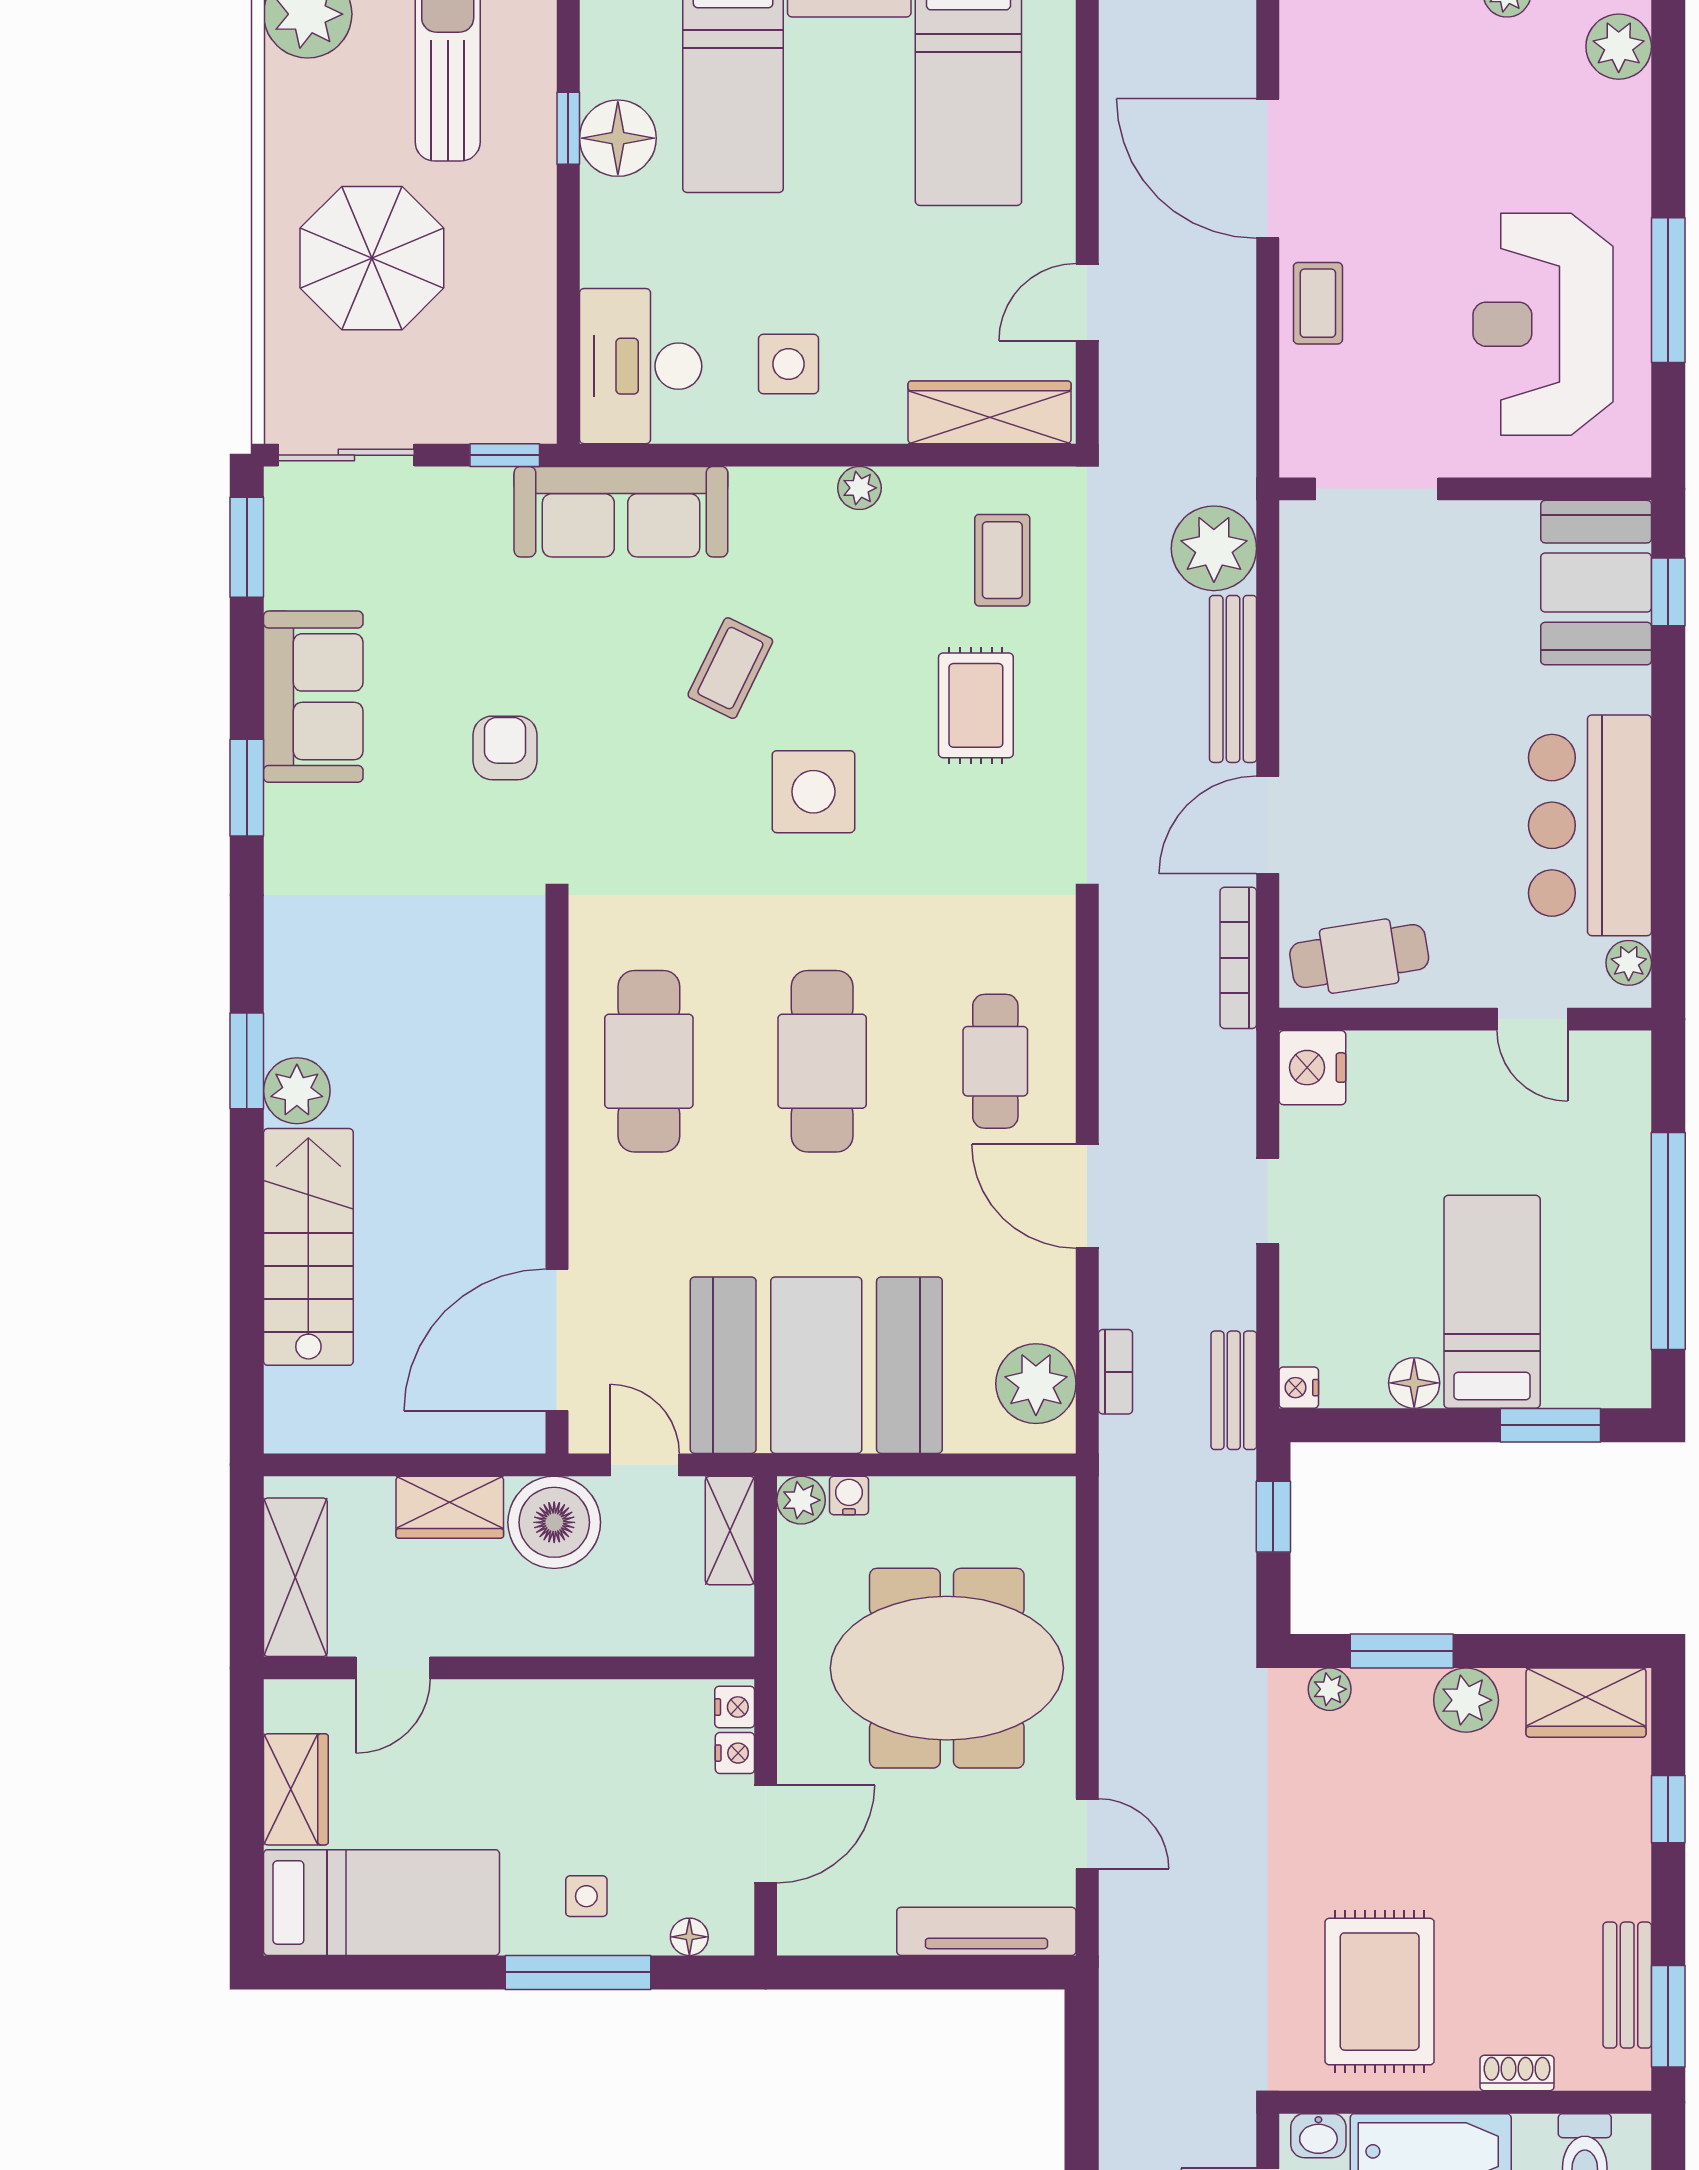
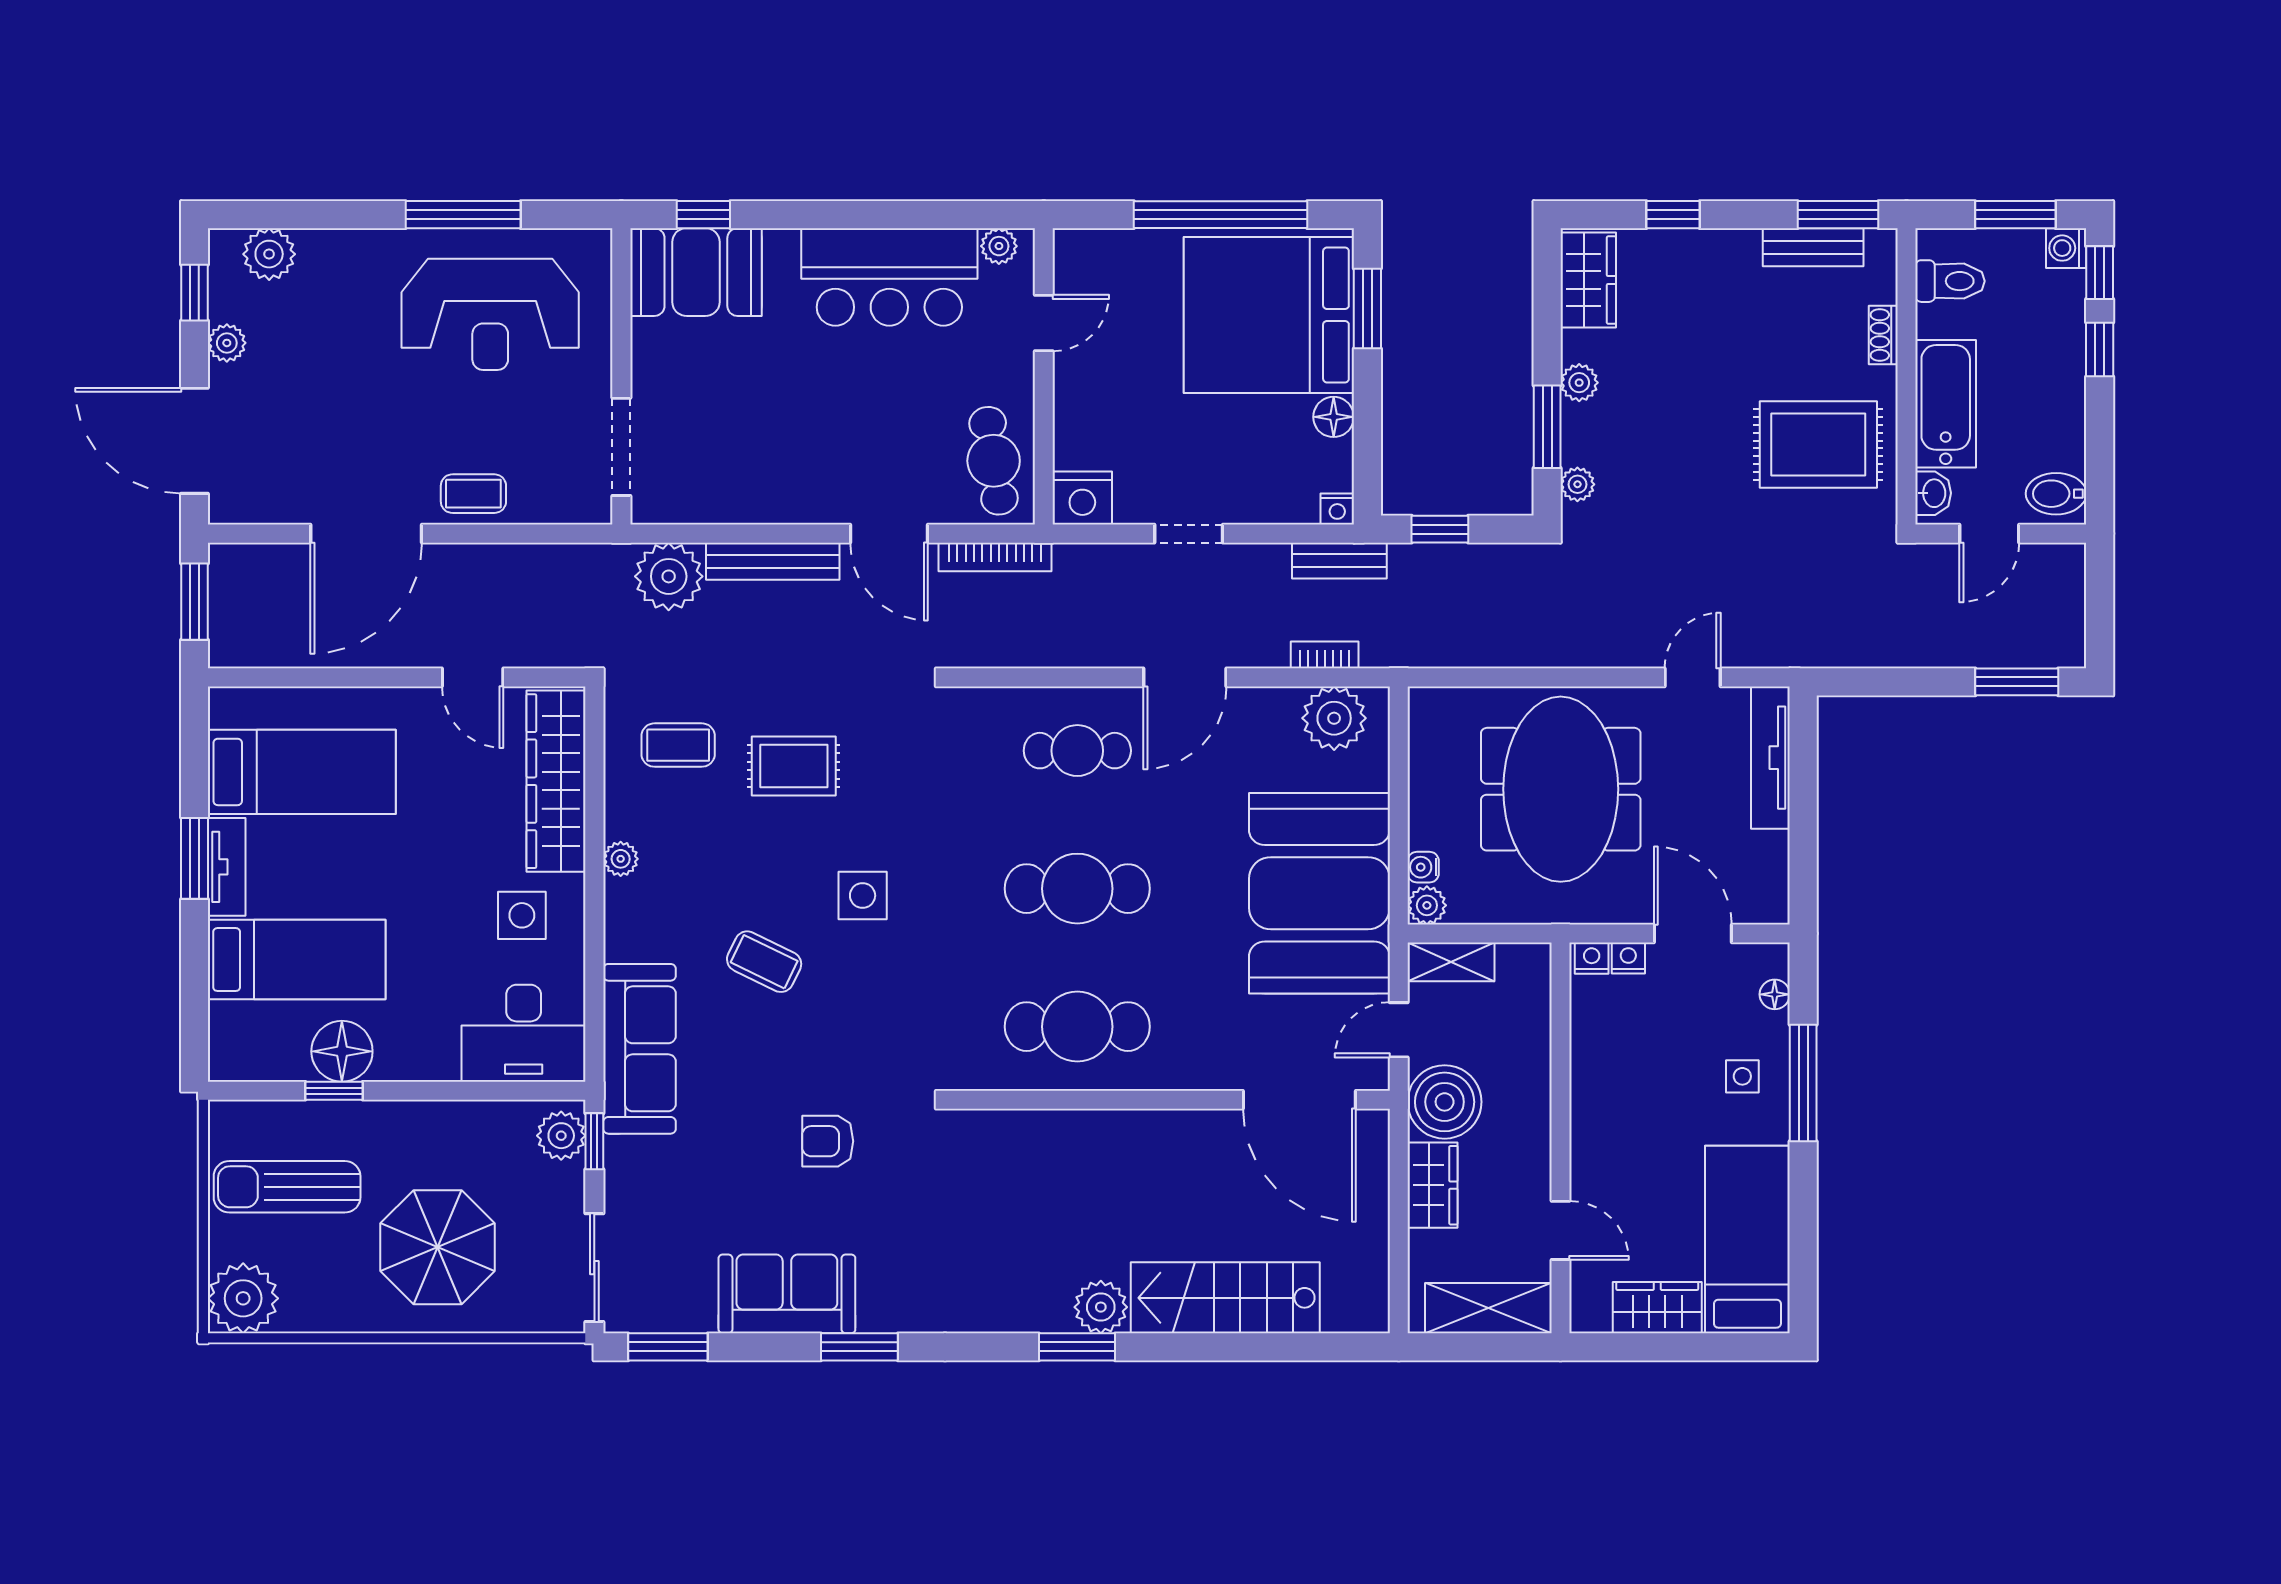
wardrobe: (990, 412) -> (556, 781), width x1.40, depth x1.17
plant: (512, 413) -> (561, 1136), added
side table: (813, 792) -> (863, 896), width x0.73, depth x0.73
bed: (1492, 1302) -> (1269, 315), width x2.04
plant: (1466, 1700) -> (1579, 383), width x0.73, depth x0.73

